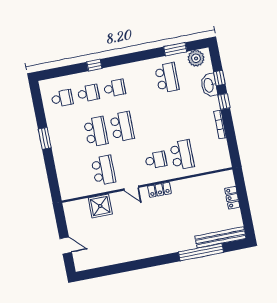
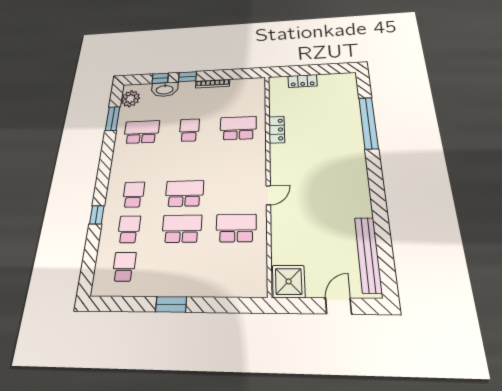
school desk: (156, 160) -> (189, 130), moved
locker: (159, 190) -> (277, 130), moved
shower: (100, 206) -> (289, 281), moved
bench: (220, 237) -> (368, 254), moved

